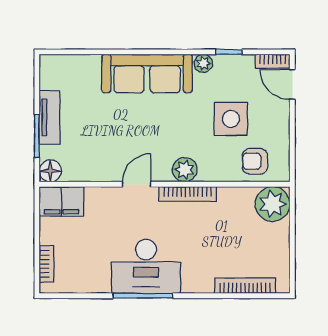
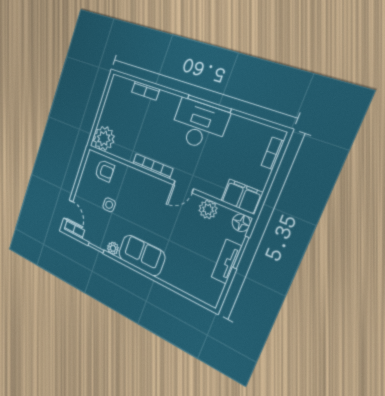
sofa: (147, 73) -> (142, 255), width x0.73
side table: (231, 119) -> (109, 205), width x0.54, depth x0.54
plant: (185, 170) -> (208, 209), moved
bookcase: (245, 286) -> (145, 91), width x0.64

